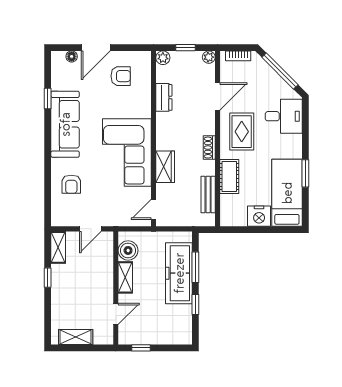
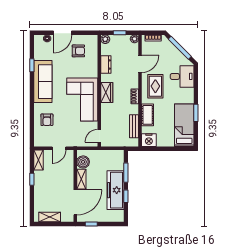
wardrobe: (165, 167) -> (107, 93), moved
nightstand: (259, 216) -> (149, 140), moved
freezer: (179, 273) -> (115, 190), moved
door: (116, 314) -> (75, 202), width x1.87

